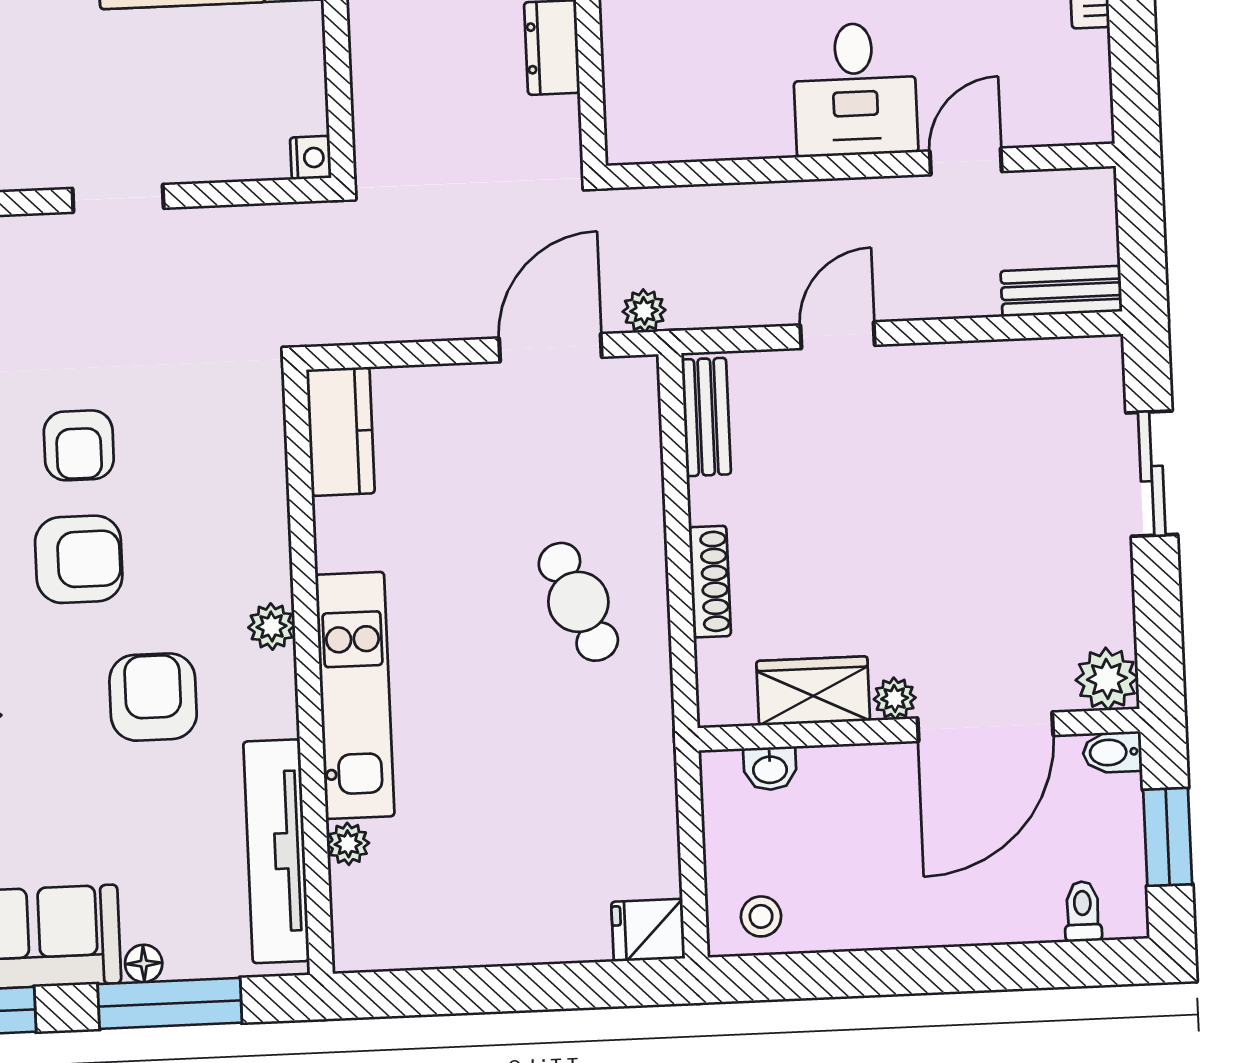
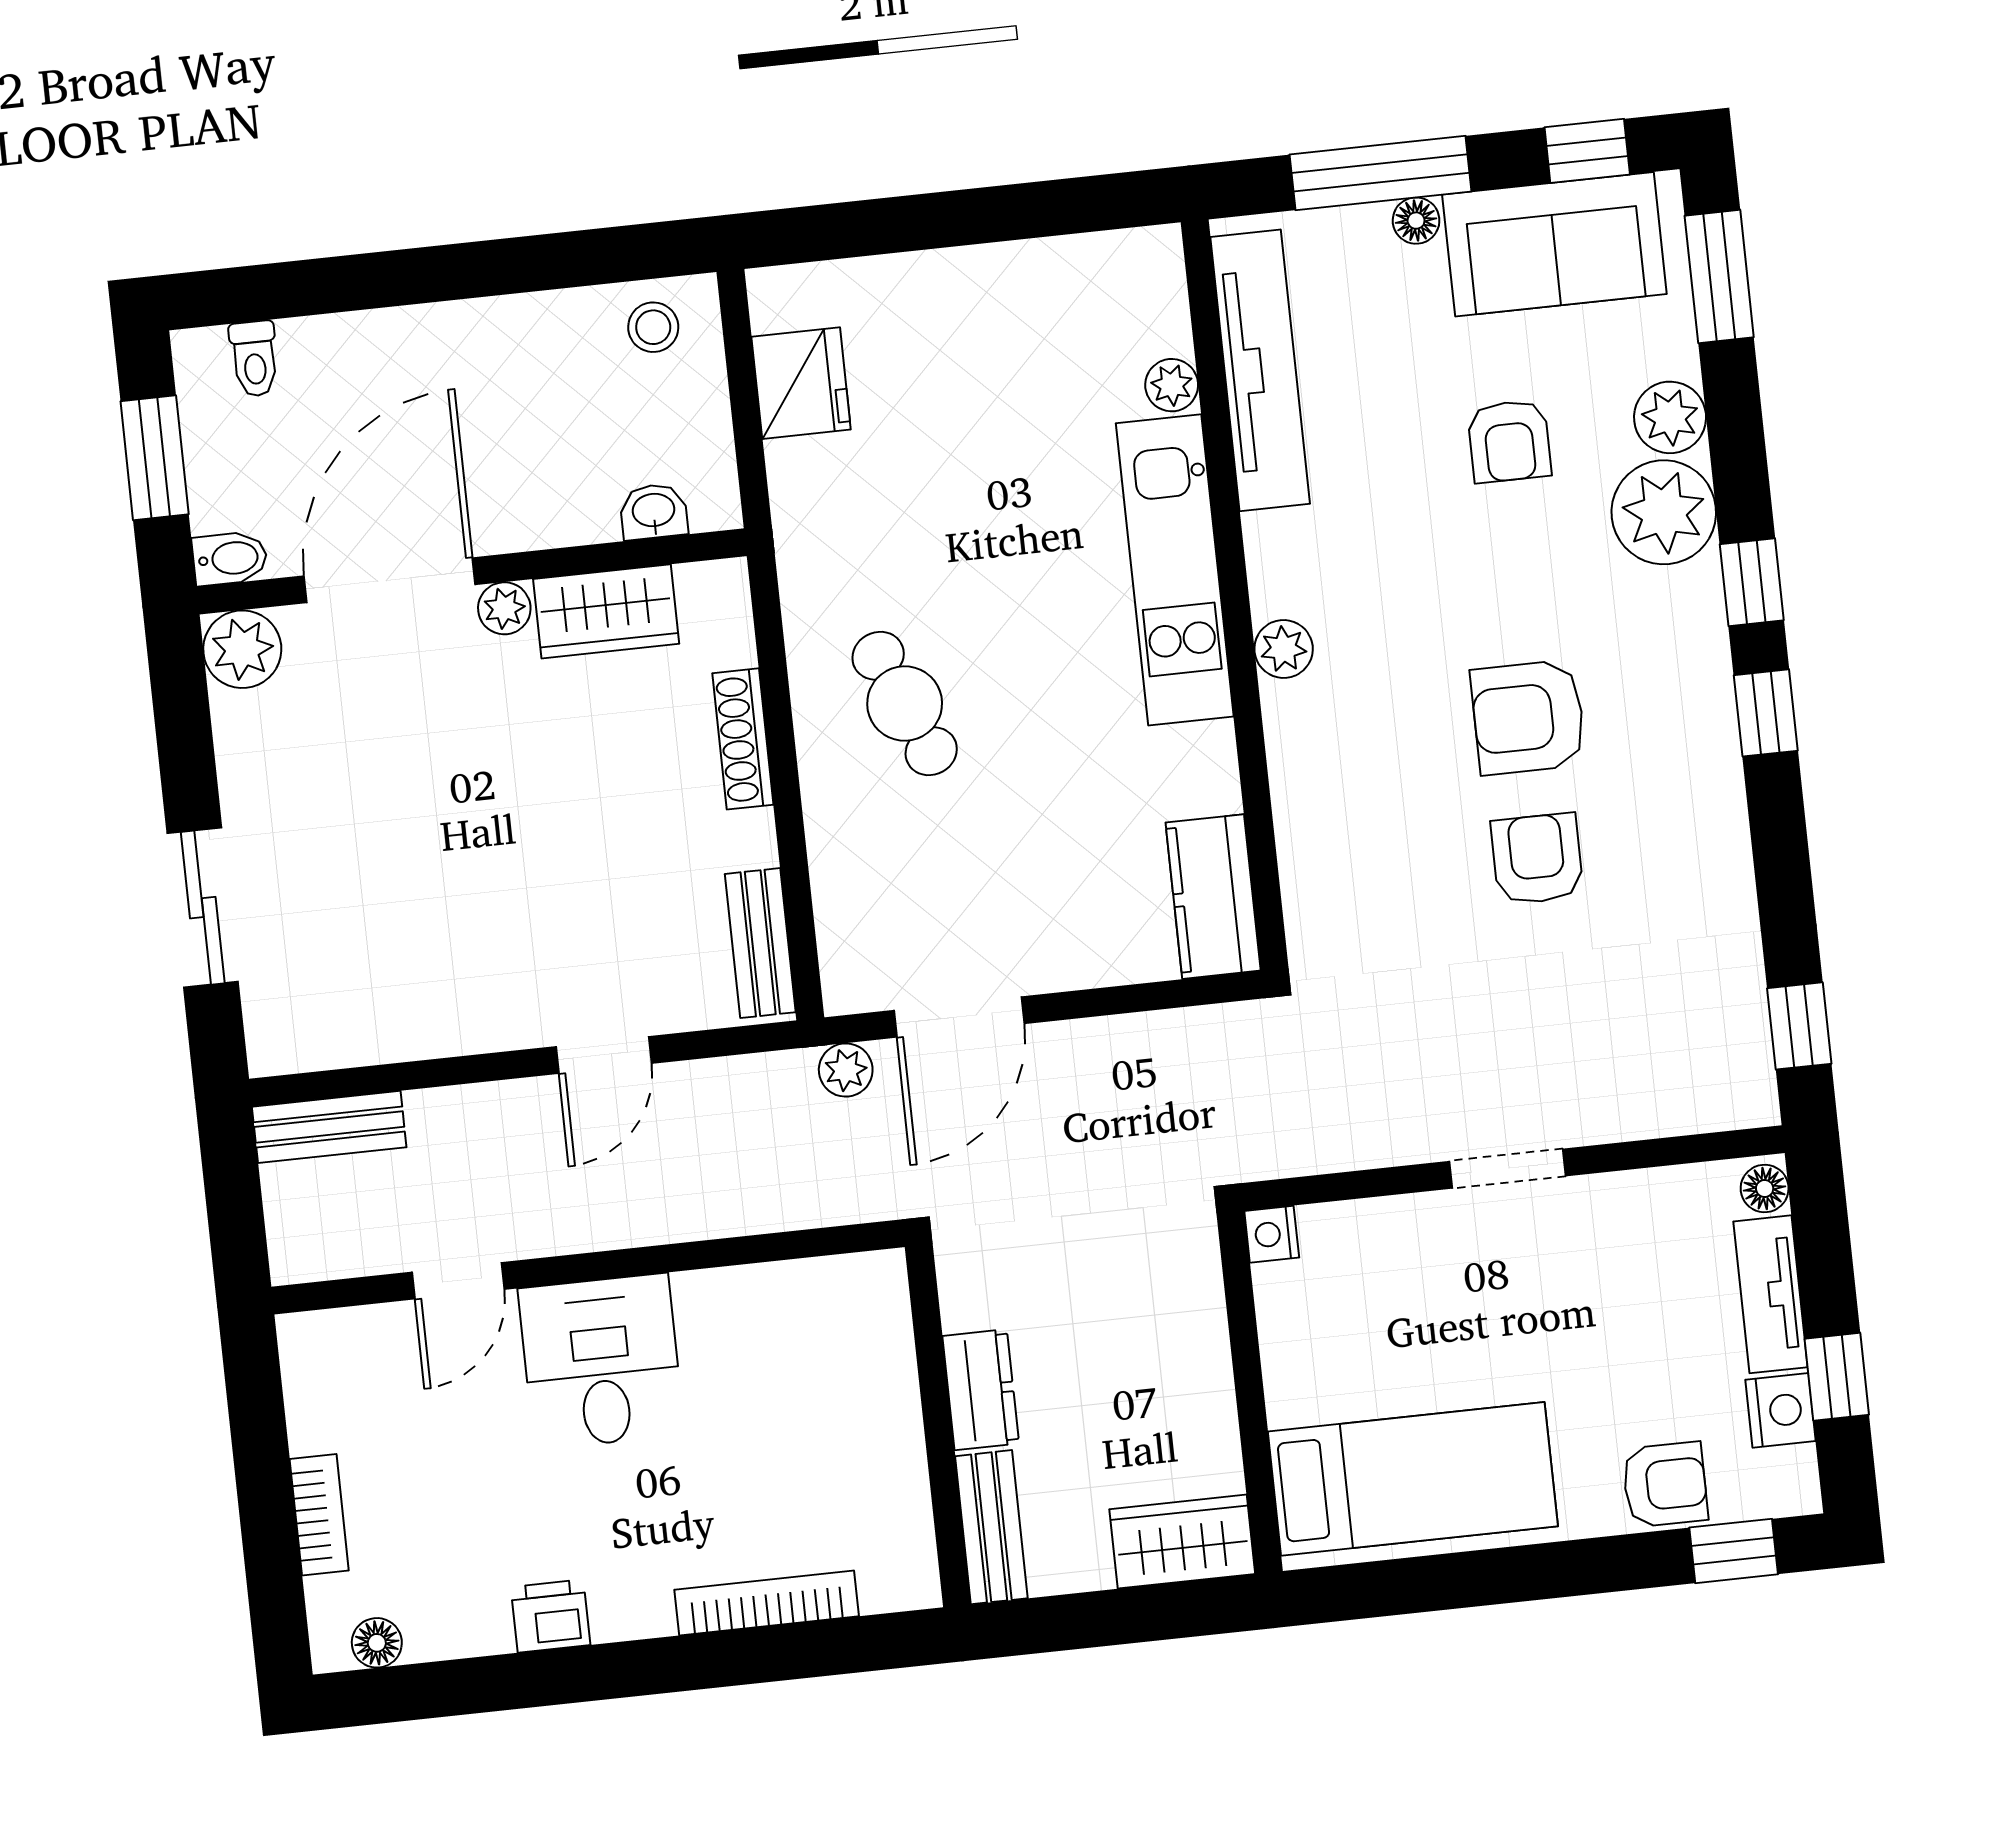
armchair: (153, 697) -> (1509, 441), moved, width x0.72, depth x0.72
fridge: (648, 930) -> (801, 383), moved, width x1.38

